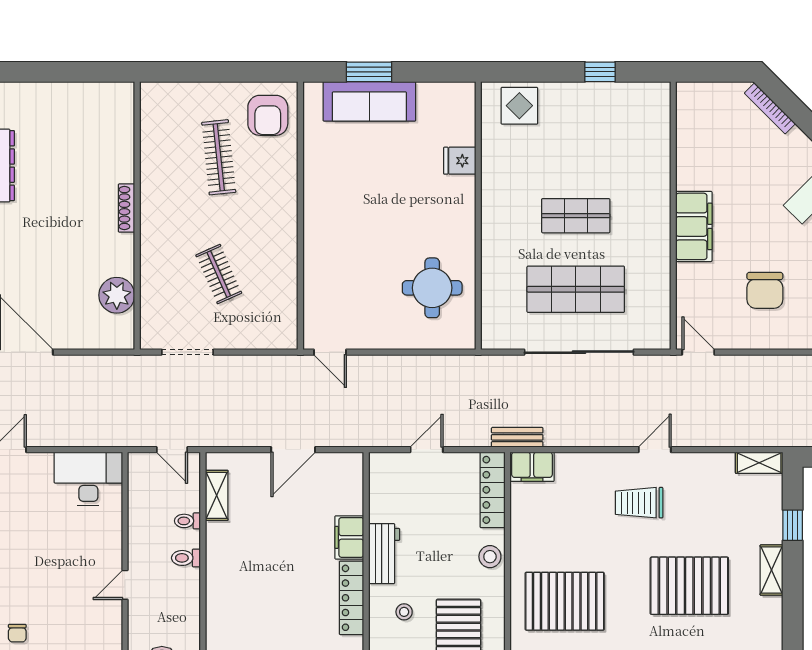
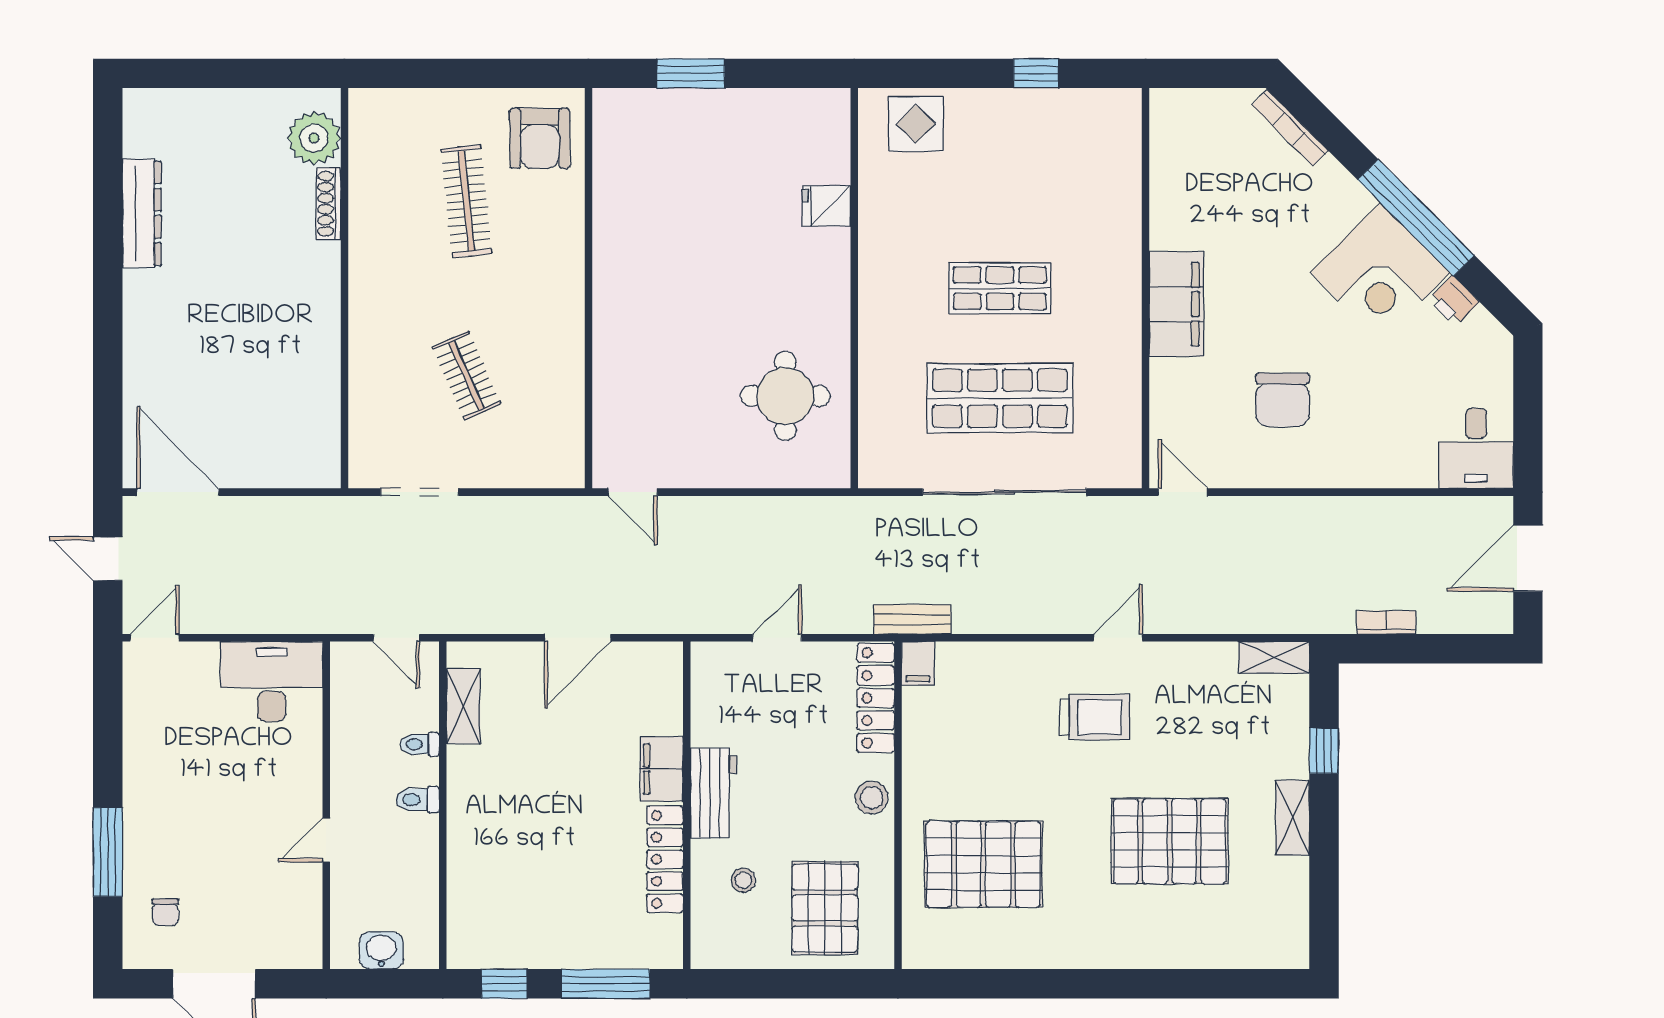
sofa: (369, 101) -> (692, 117), removed
shoe rack: (127, 208) -> (329, 204), moved
plant: (117, 295) -> (314, 138), moved
filing cabinet: (532, 467) -> (918, 663), width x0.50
trolley: (639, 503) -> (1095, 717), turned 180

